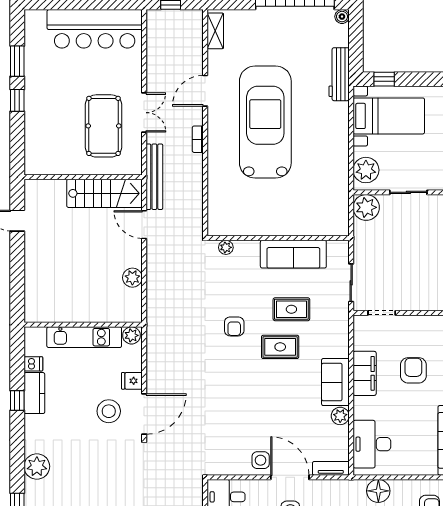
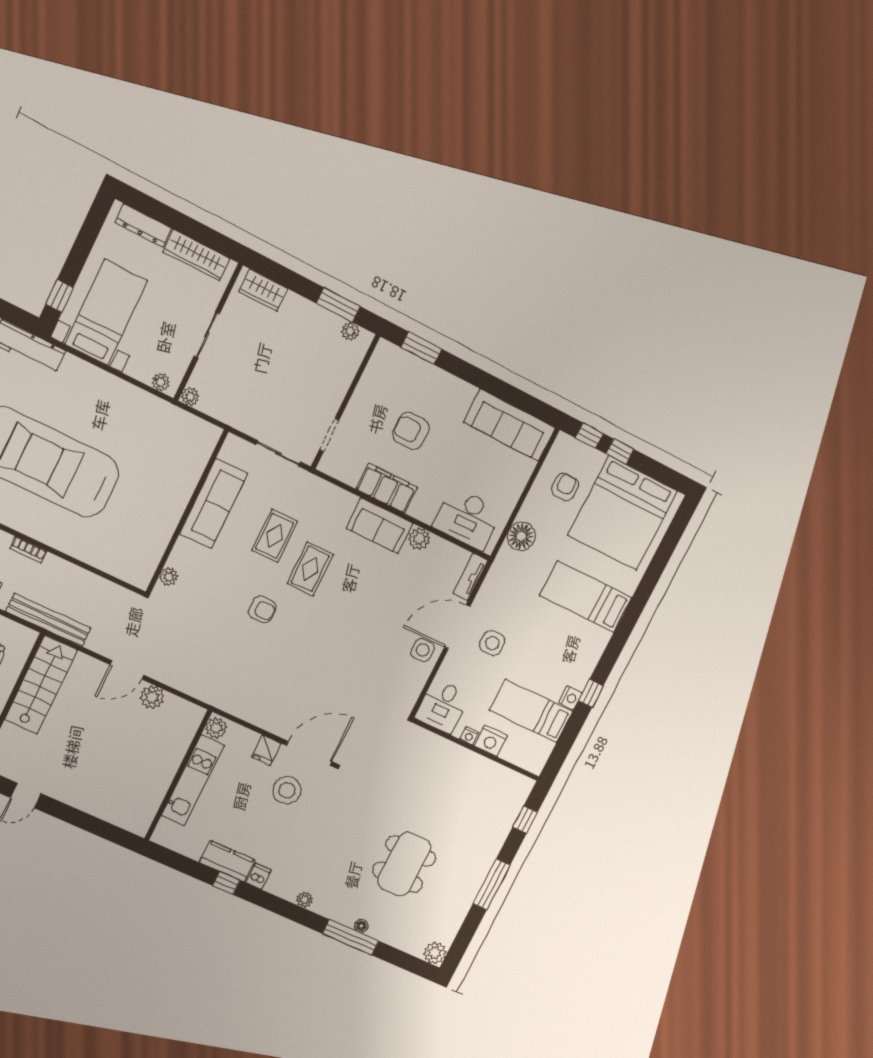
plant: (366, 170) -> (161, 382), width x0.53, depth x0.53
plant: (366, 207) -> (190, 397), width x0.53, depth x0.53
door: (144, 225) -> (127, 670), moved
dishwasher: (33, 364) -> (258, 876), moved
door: (144, 414) -> (309, 753), hinge flipped
plant: (37, 466) -> (305, 900), width x0.53, depth x0.53

